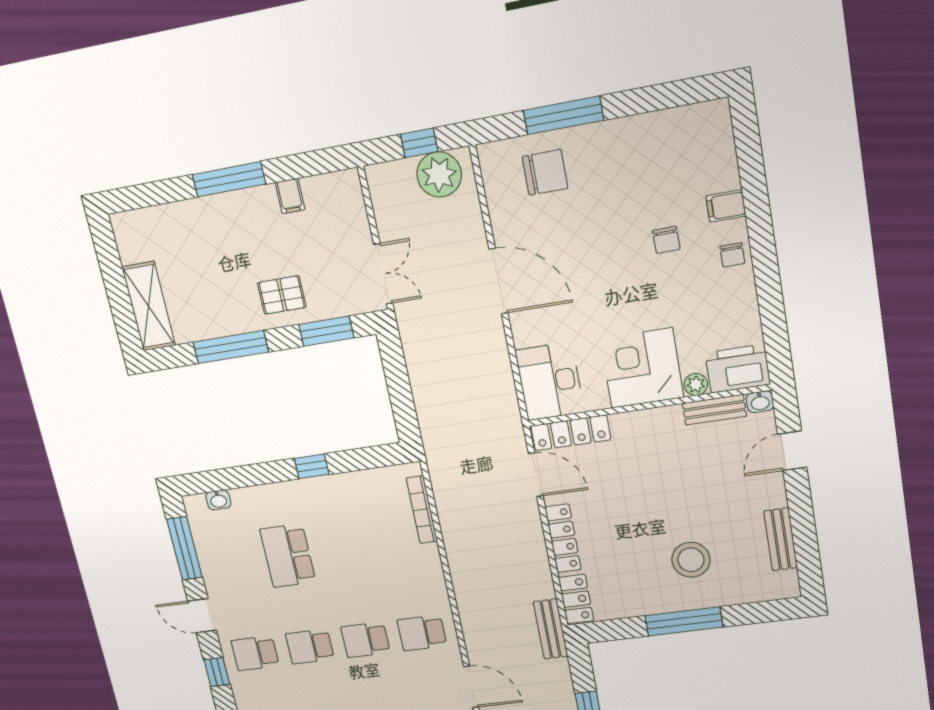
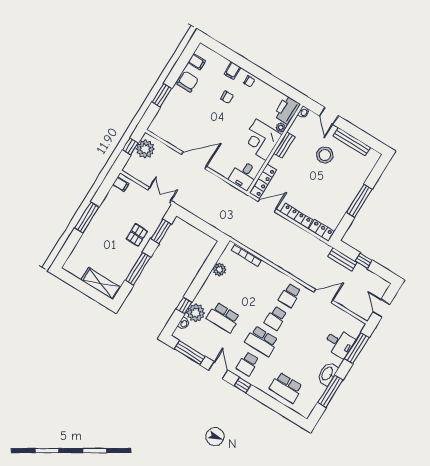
window: (564, 115) -> (162, 95), width x0.69
filing cabinet: (684, 124) -> (197, 62), added
chair: (545, 172) -> (188, 82), moved
filing cabinet: (290, 196) -> (121, 184), moved
desk: (550, 381) -> (244, 175), width x0.73
bench: (714, 410) -> (284, 145), moved
window: (312, 466) -> (184, 306), moved
plant: (356, 485) -> (219, 269), added
plant: (253, 505) -> (196, 313), added
bench: (781, 539) -> (352, 142), width x1.36
stool: (691, 560) -> (325, 155), moved
door: (202, 616) -> (218, 370), swing flipped
bench: (551, 629) -> (343, 260), moved
school desk: (310, 647) -> (262, 341), width x1.85

